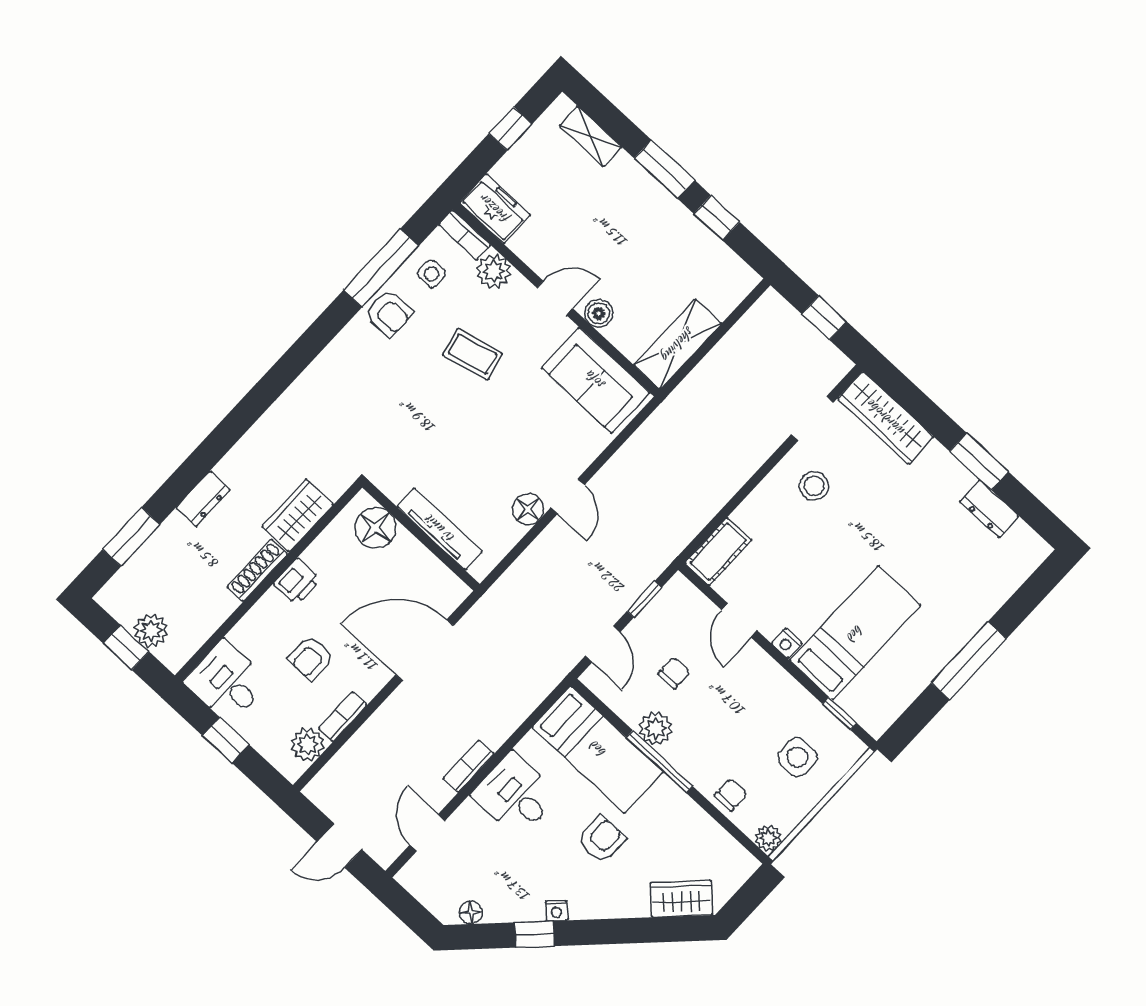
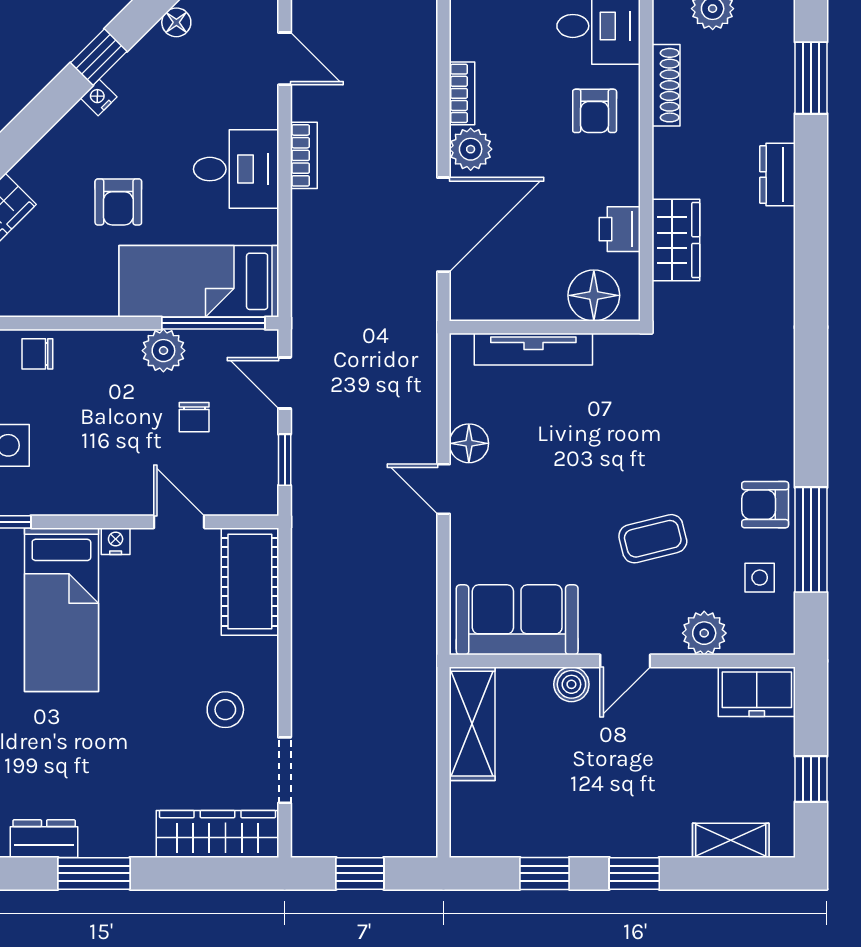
window: (664, 169) -> (634, 873), width x0.67
bookcase: (465, 235) -> (762, 642), removed
cot: (718, 552) -> (250, 582), width x1.37, depth x1.34
shoe rack: (257, 570) -> (666, 85), moved
printer: (297, 582) -> (620, 229), moved
armchair: (311, 658) -> (595, 111), moved, turned 180
plant: (308, 744) -> (471, 149), moved
window: (660, 762) -> (213, 323), moved
chair: (731, 795) -> (37, 354), turned 89

